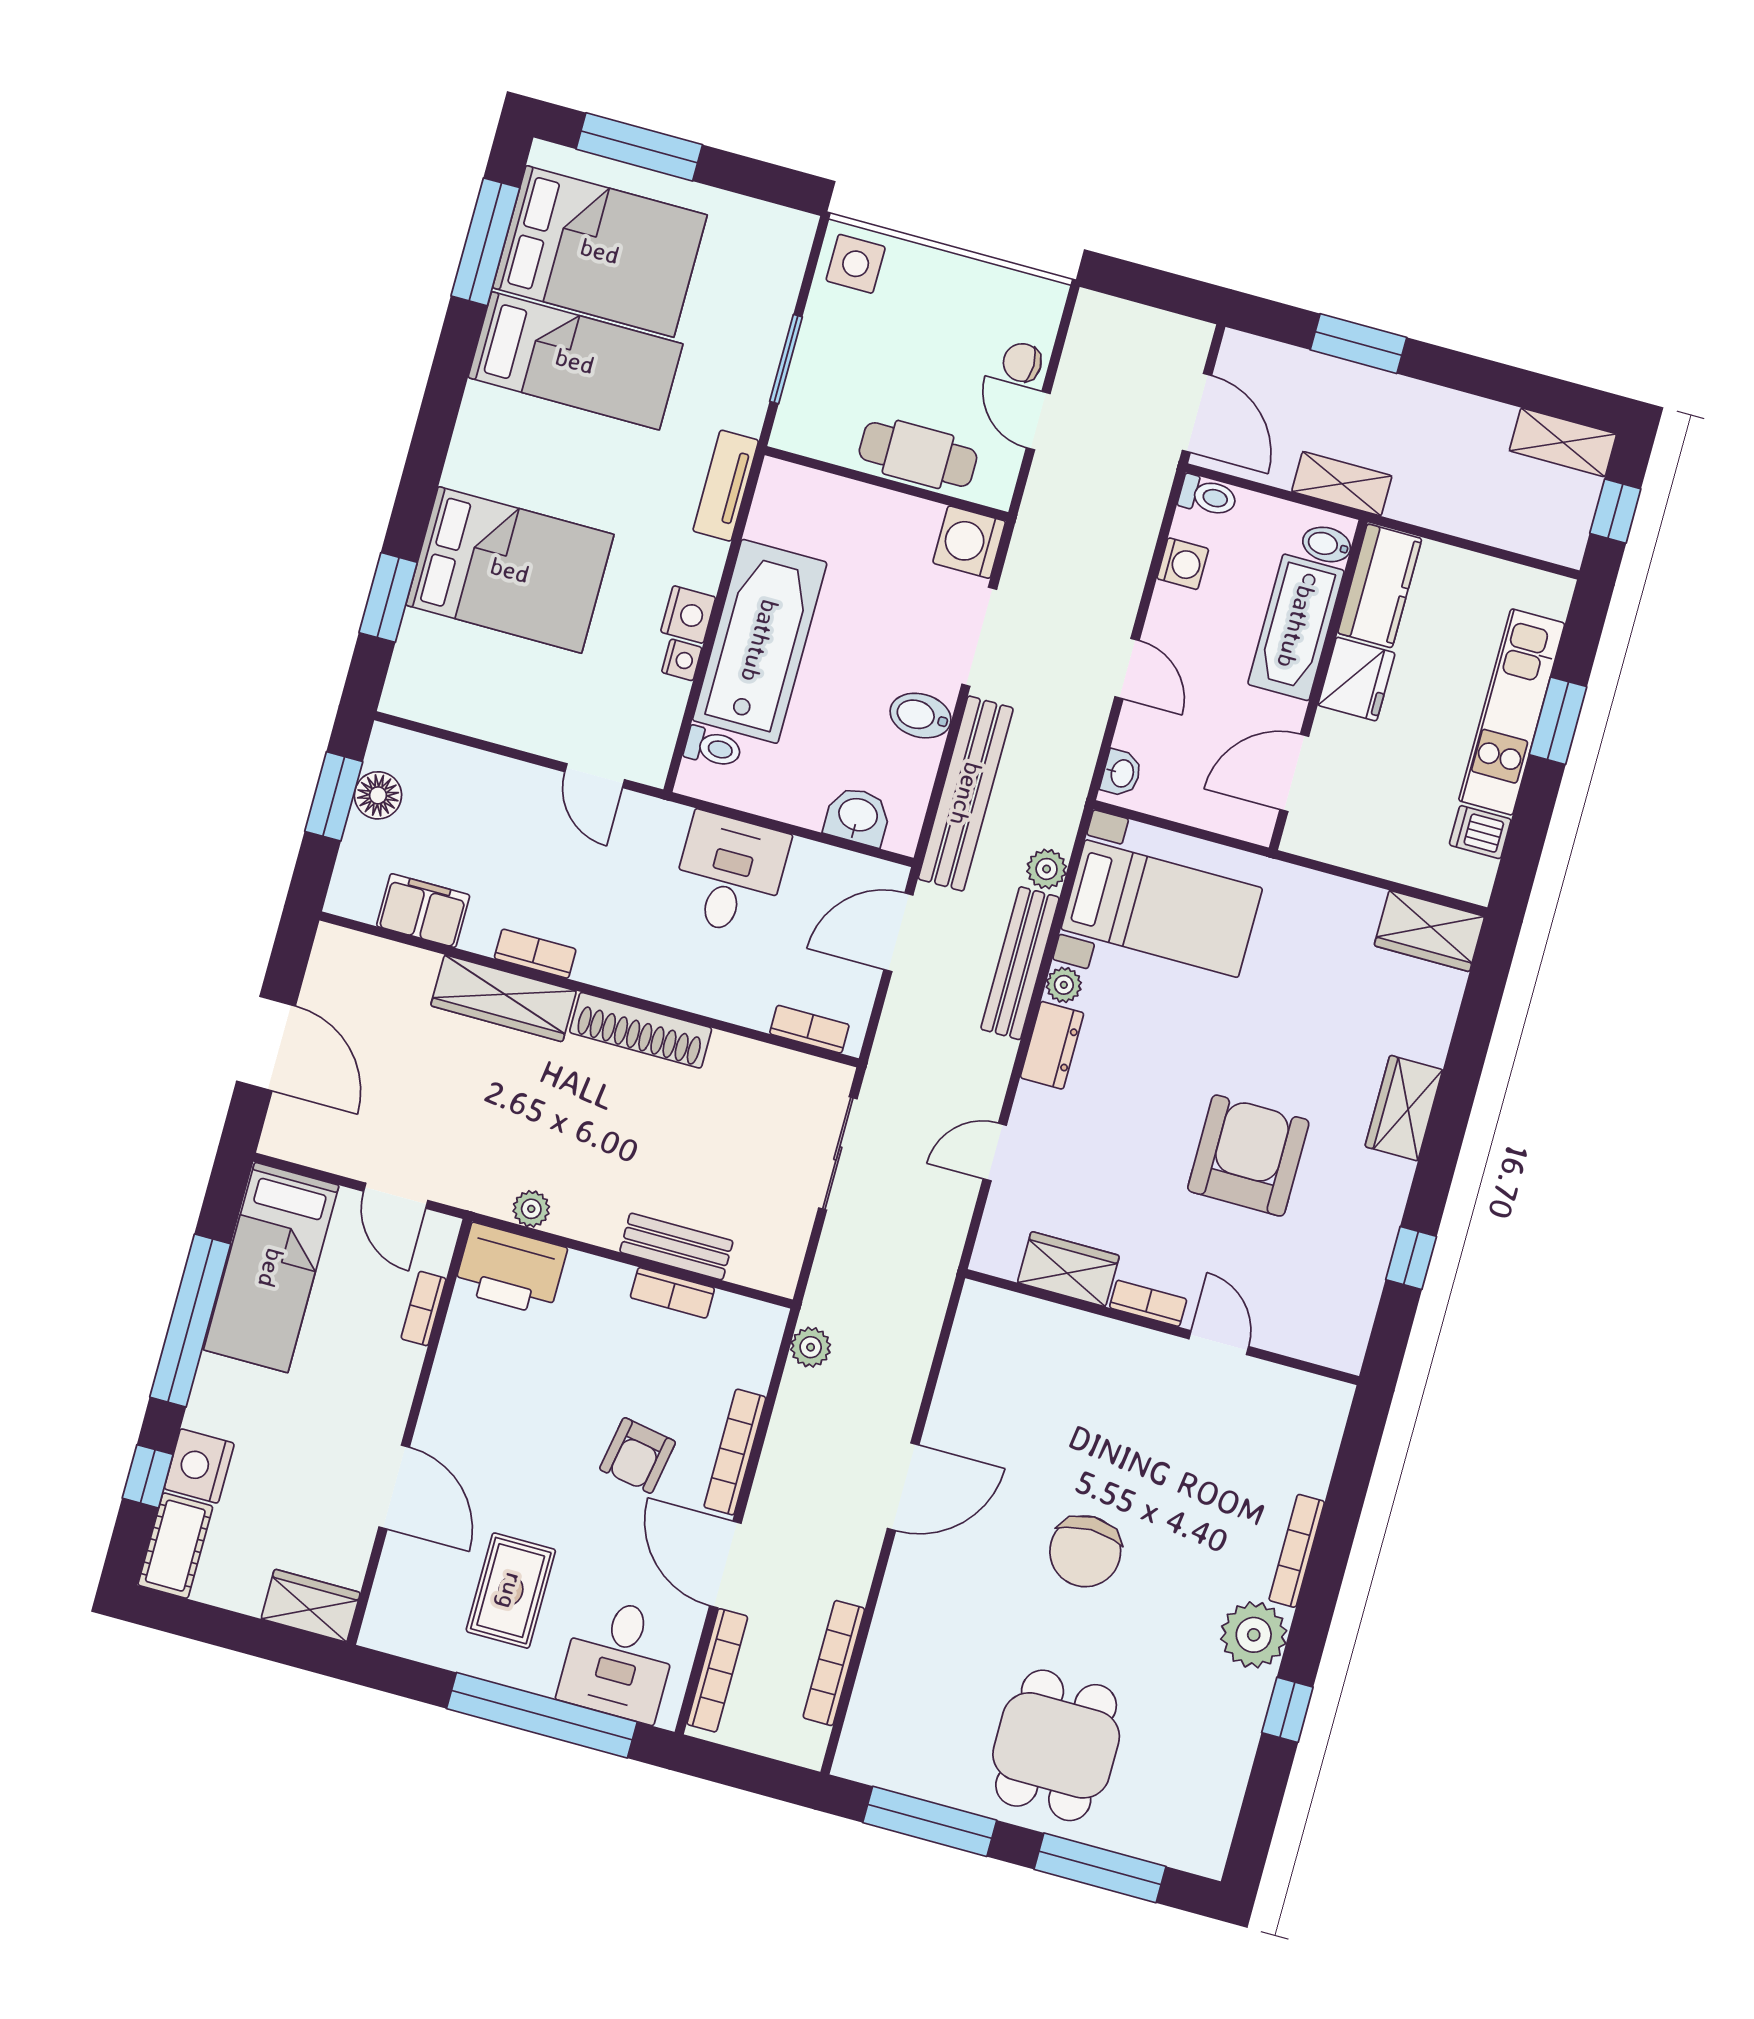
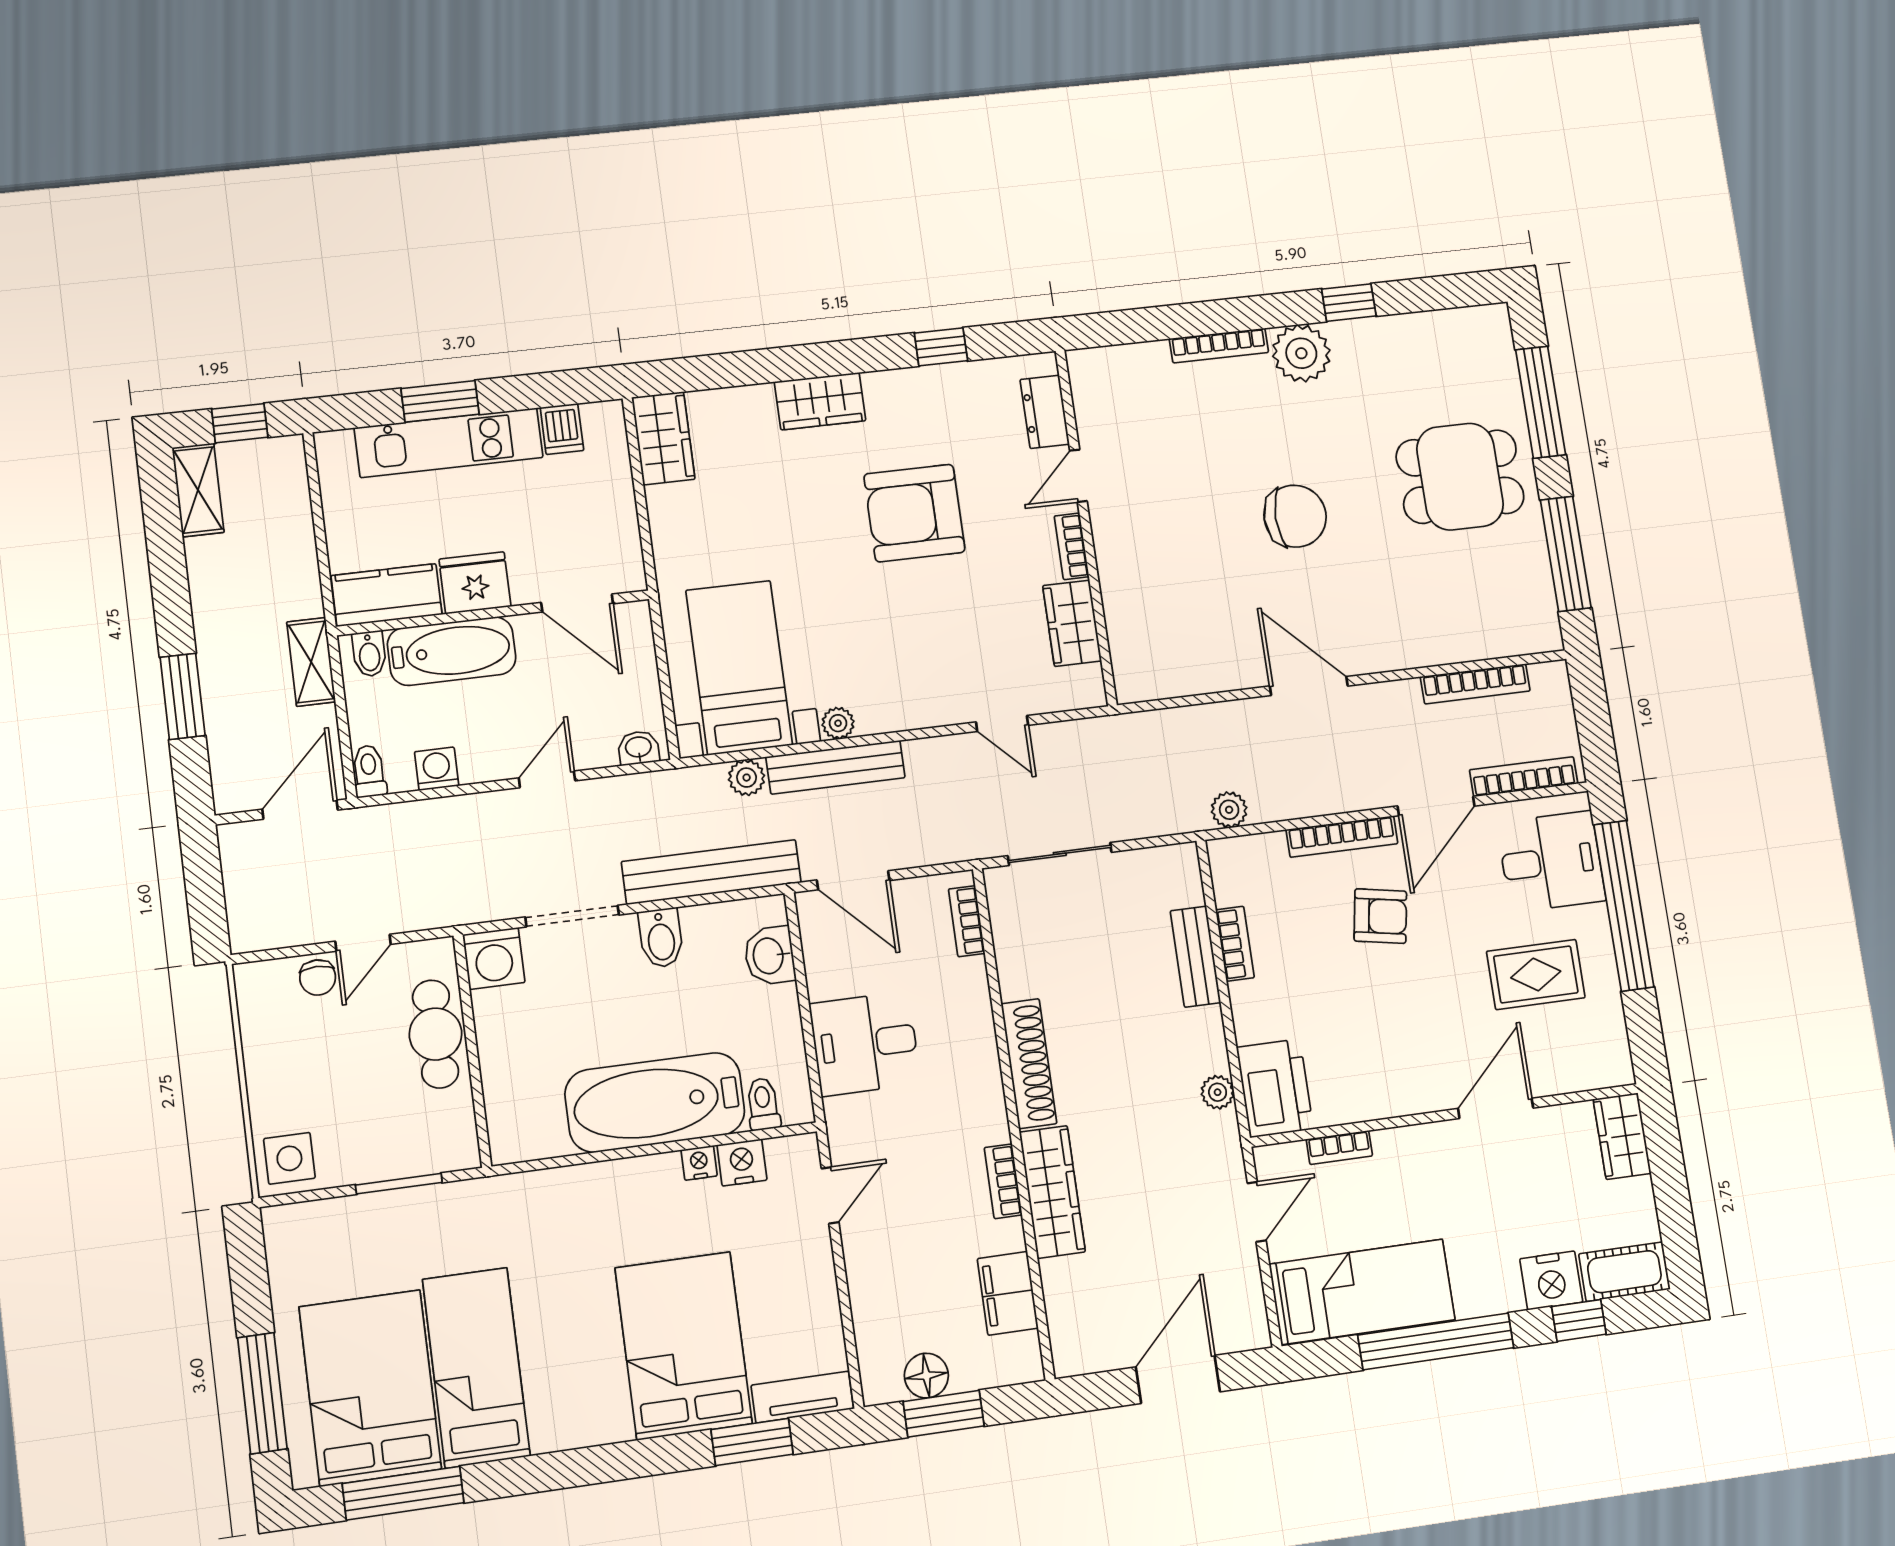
tv unit: (726, 486) -> (802, 1397), moved, turned 180
nightstand: (688, 615) -> (742, 1162), moved
dresser: (1052, 1045) -> (1045, 412), moved, turned -90

